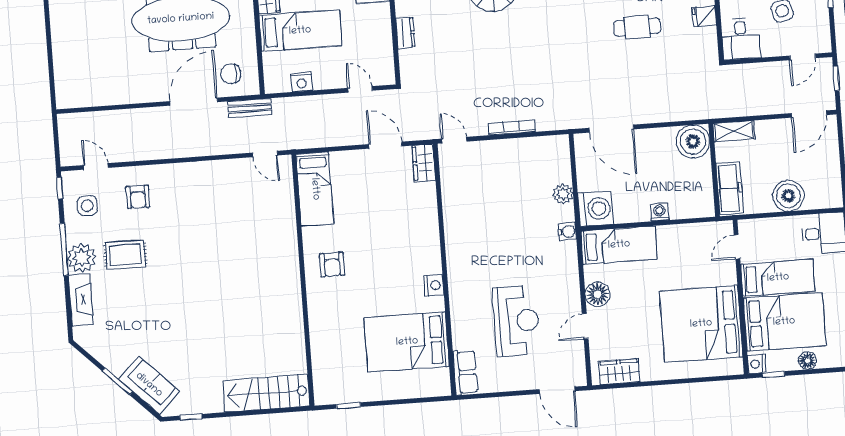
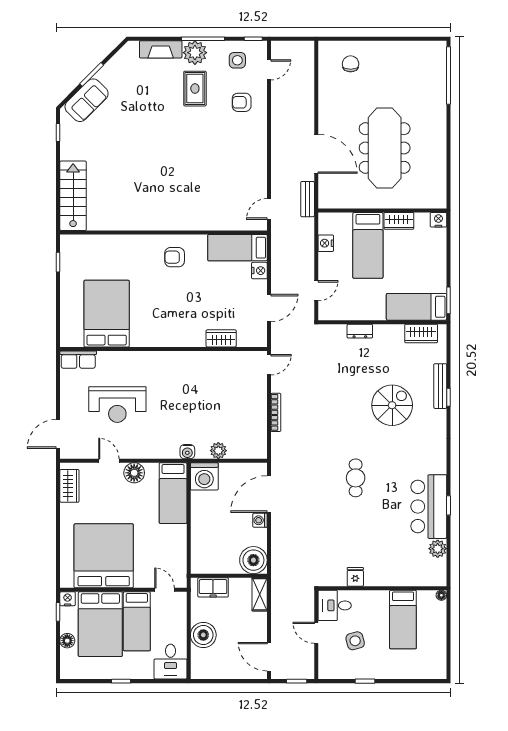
cafe table: (637, 27) -> (356, 478), moved
door: (803, 57) -> (316, 633), moved
chair: (231, 74) -> (351, 64), moved
wardrobe: (424, 163) -> (221, 338), moved
freezer: (730, 188) -> (213, 587), width x0.71
washing machine: (659, 212) -> (260, 520), moved, turned 180
nightstand: (434, 285) -> (259, 271), moved, turned -90

